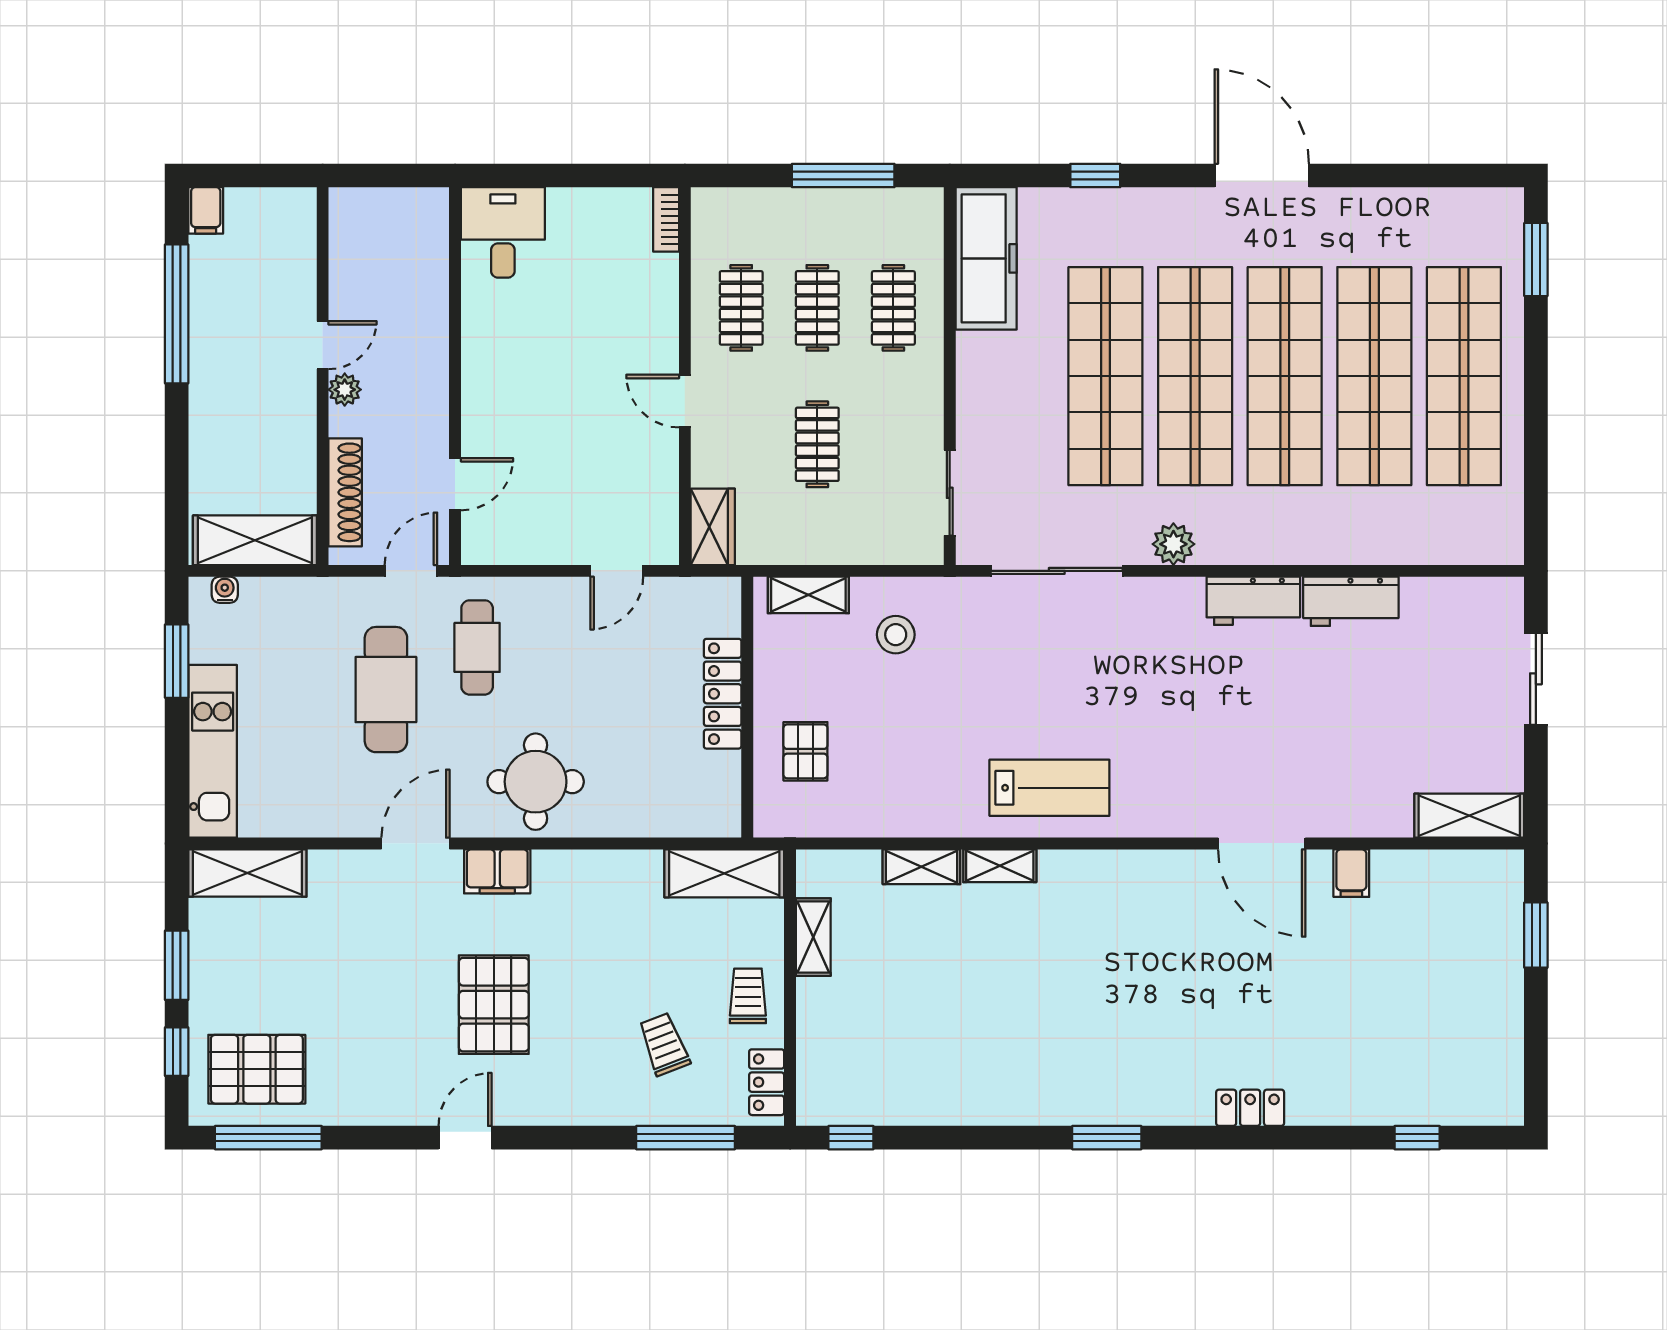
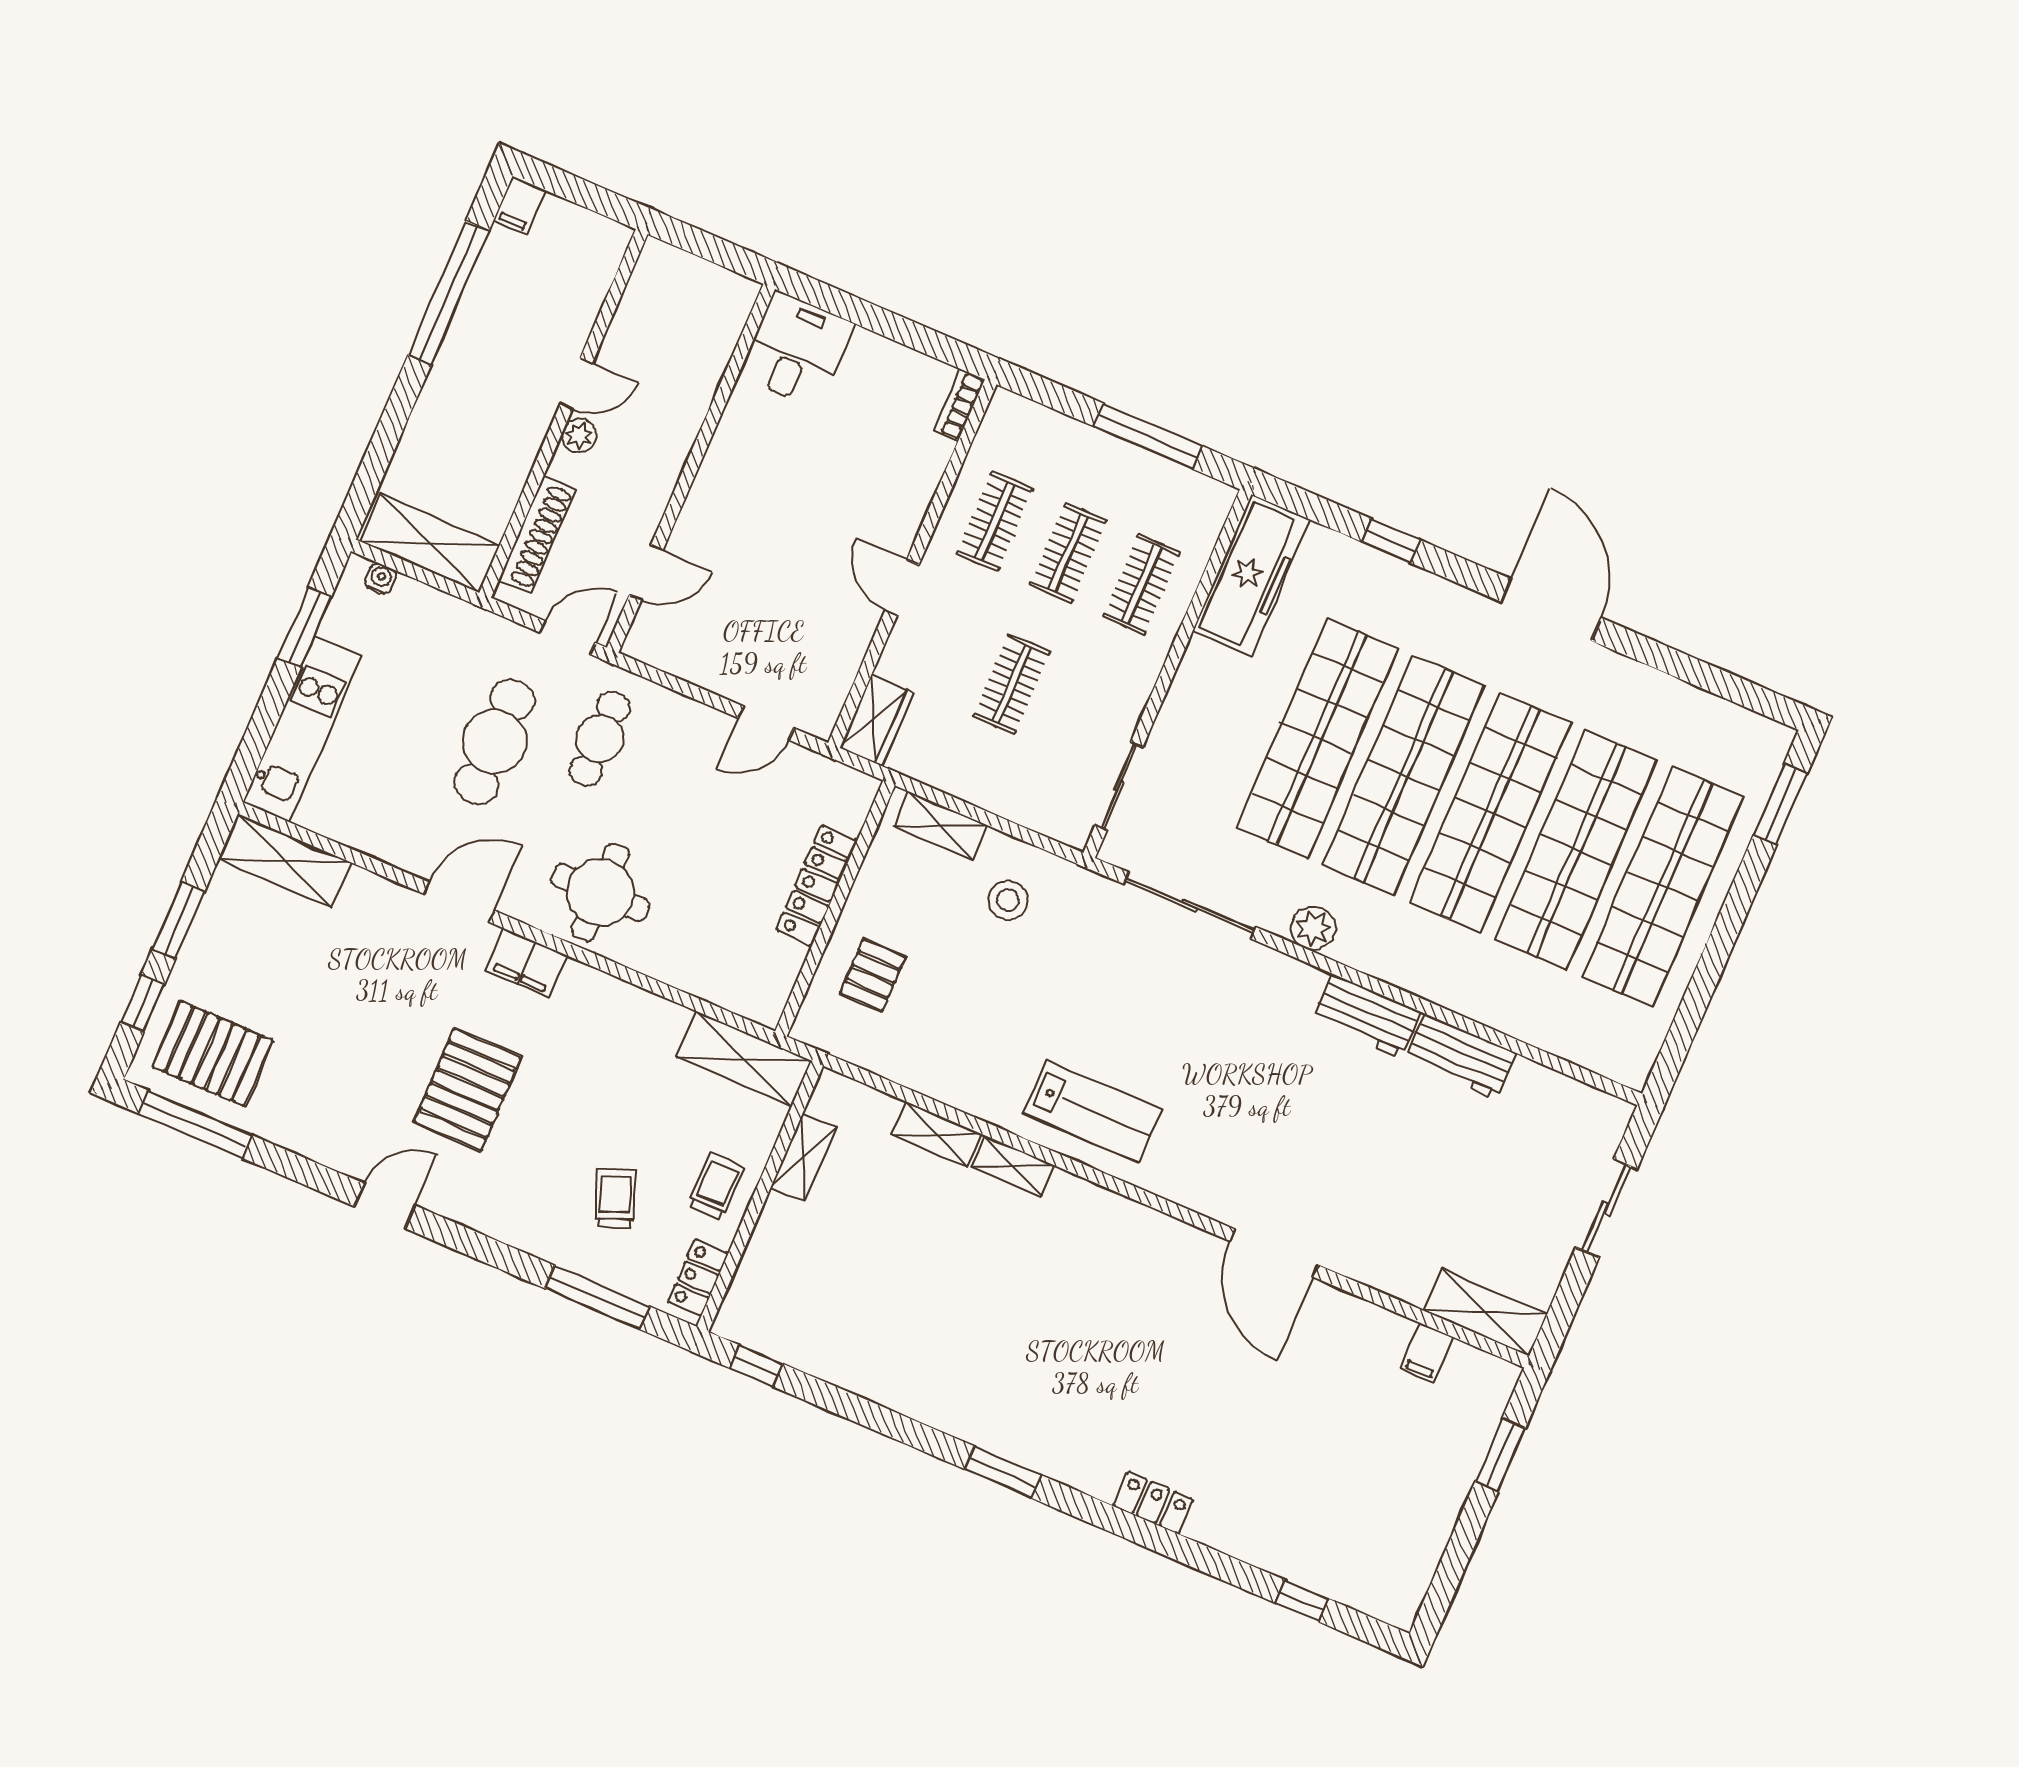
filing cabinet: (1351, 873) -> (1427, 1353), moved

